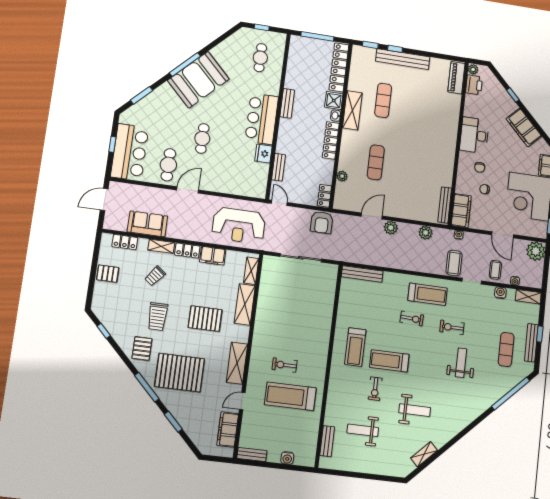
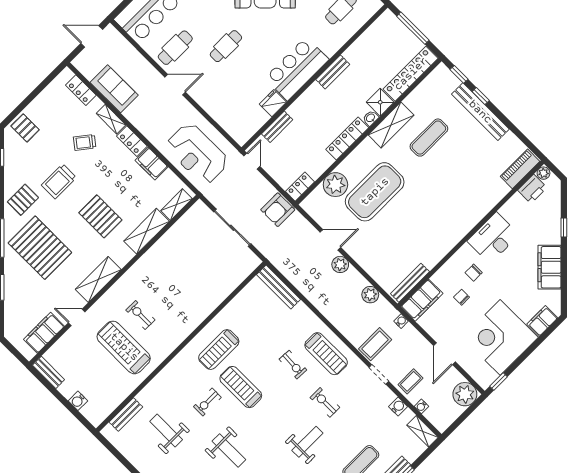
exercise mat: (376, 162) -> (375, 192), width x2.00, depth x1.45
plant: (342, 176) -> (335, 185), width x1.88, depth x1.88
pallet: (108, 274) -> (25, 128), moved

